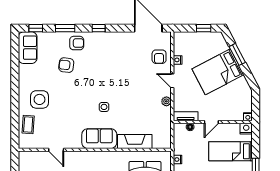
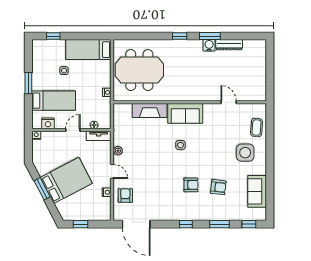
armchair: (77, 43) -> (191, 185), moved, turned 180
sofa: (28, 48) -> (257, 191), moved
window: (237, 54) -> (42, 189), moved
nightstand: (246, 129) -> (48, 123), moved

